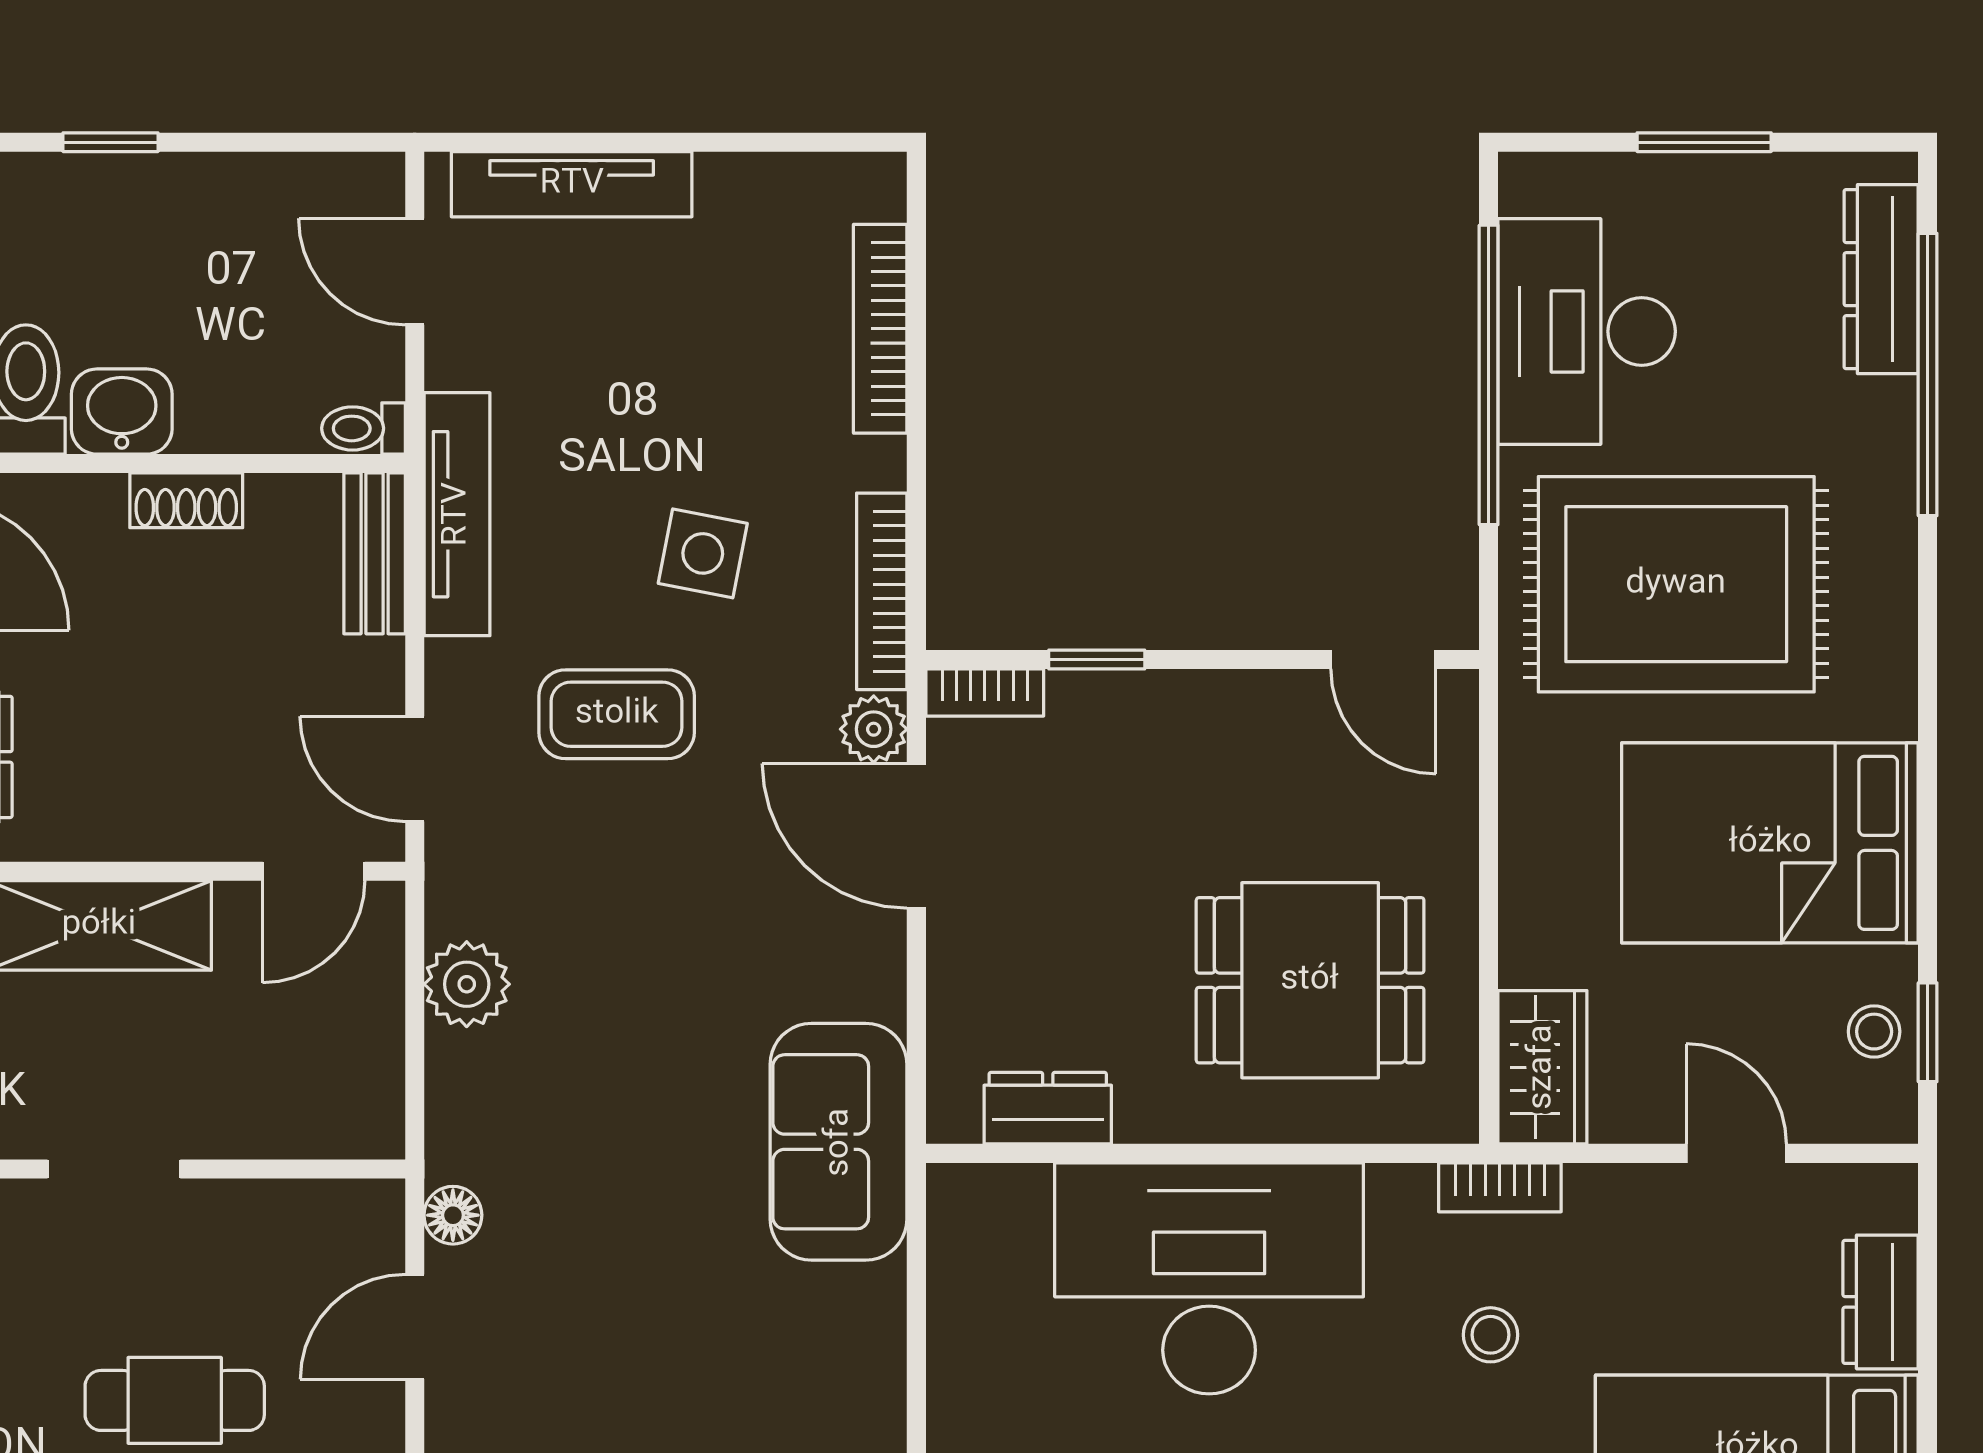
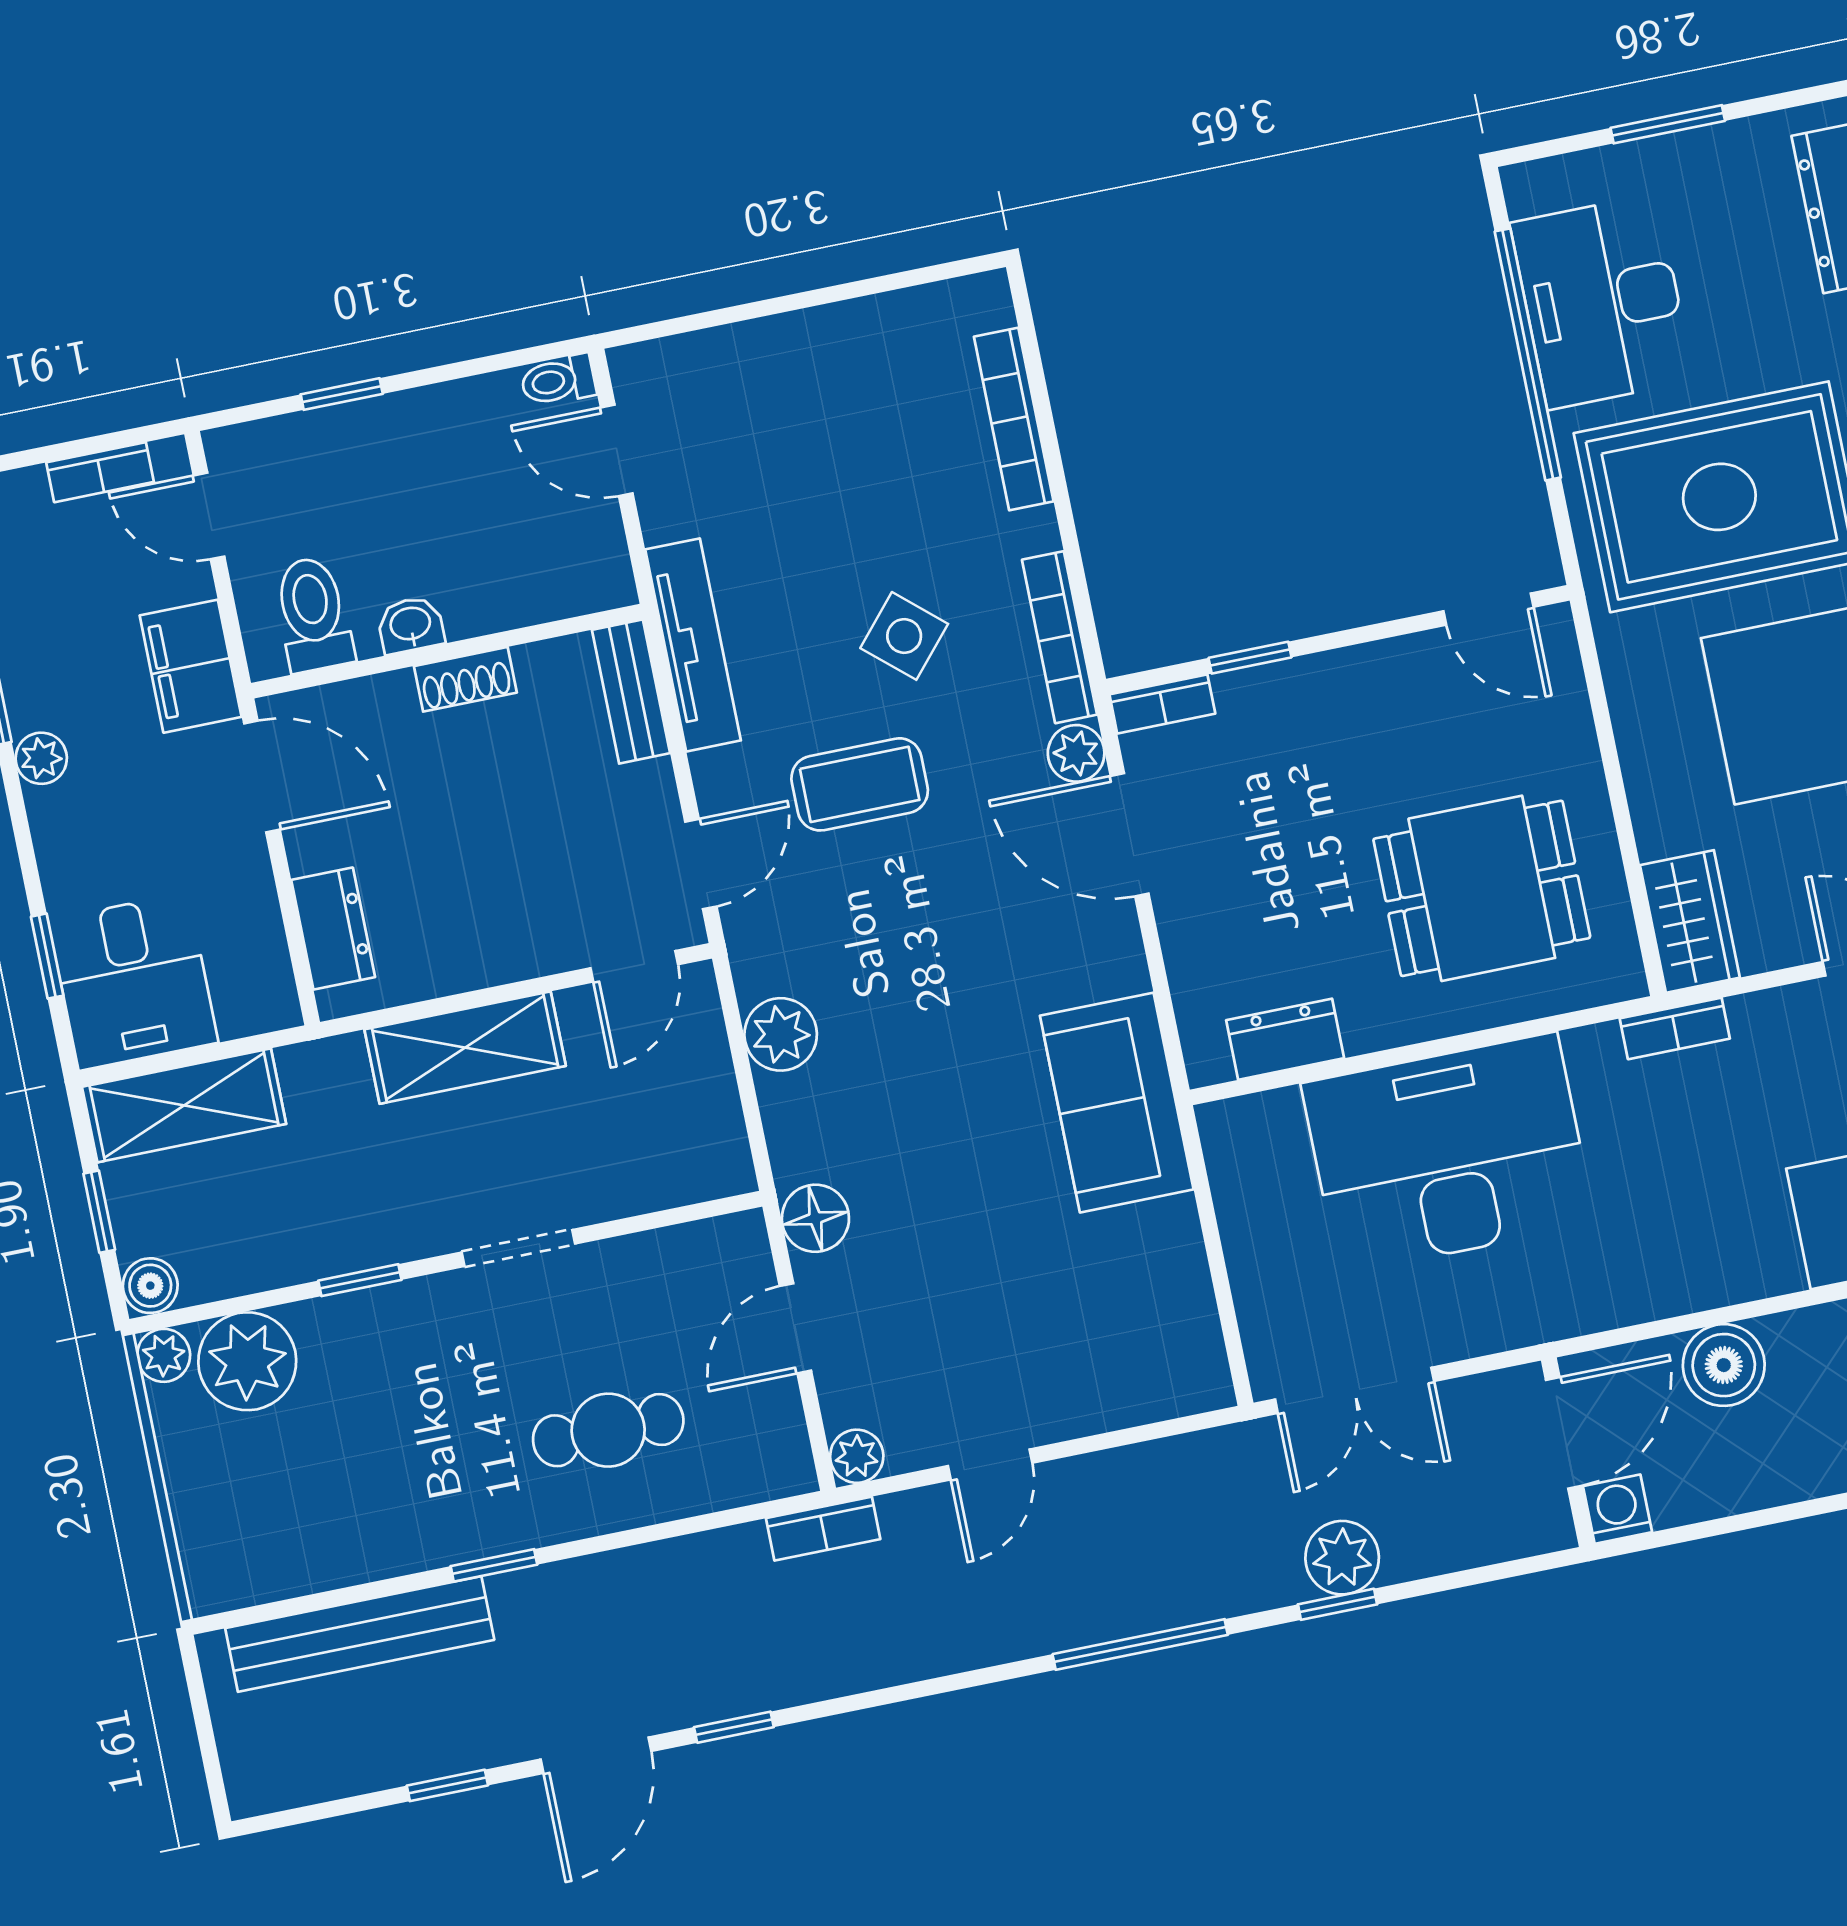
tv unit: (572, 184) -> (732, 351), removed
washbasin: (122, 412) -> (411, 625), width x0.72, depth x0.69
toilet: (363, 428) -> (558, 380), moved
side table: (703, 553) -> (904, 636), turned 30
door: (415, 769) -> (701, 864), swing flipped
floor lamp: (453, 1215) -> (815, 1218), width x1.37, depth x1.37
stool: (1491, 1335) -> (1692, 1153), removed

